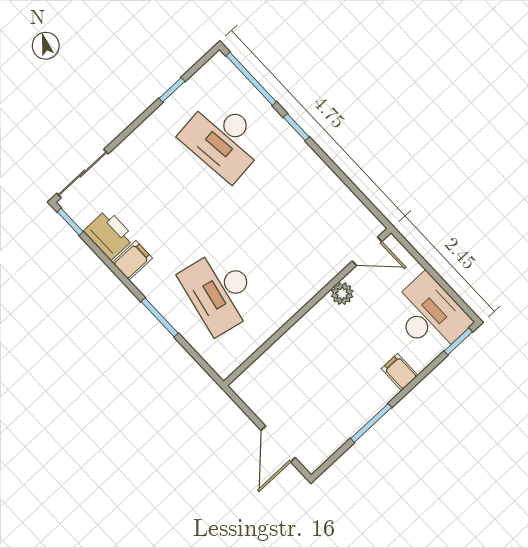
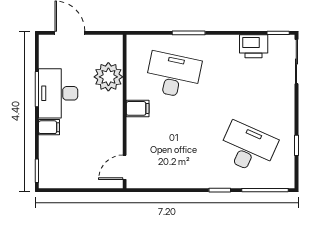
desk: (223, 139) -> (248, 148), turned 30
filing cabinet: (132, 260) -> (138, 108), moved, turned -90
plant: (342, 294) -> (108, 77), moved, width x1.87, depth x1.87
desk: (430, 315) -> (58, 93), moved, turned 90

